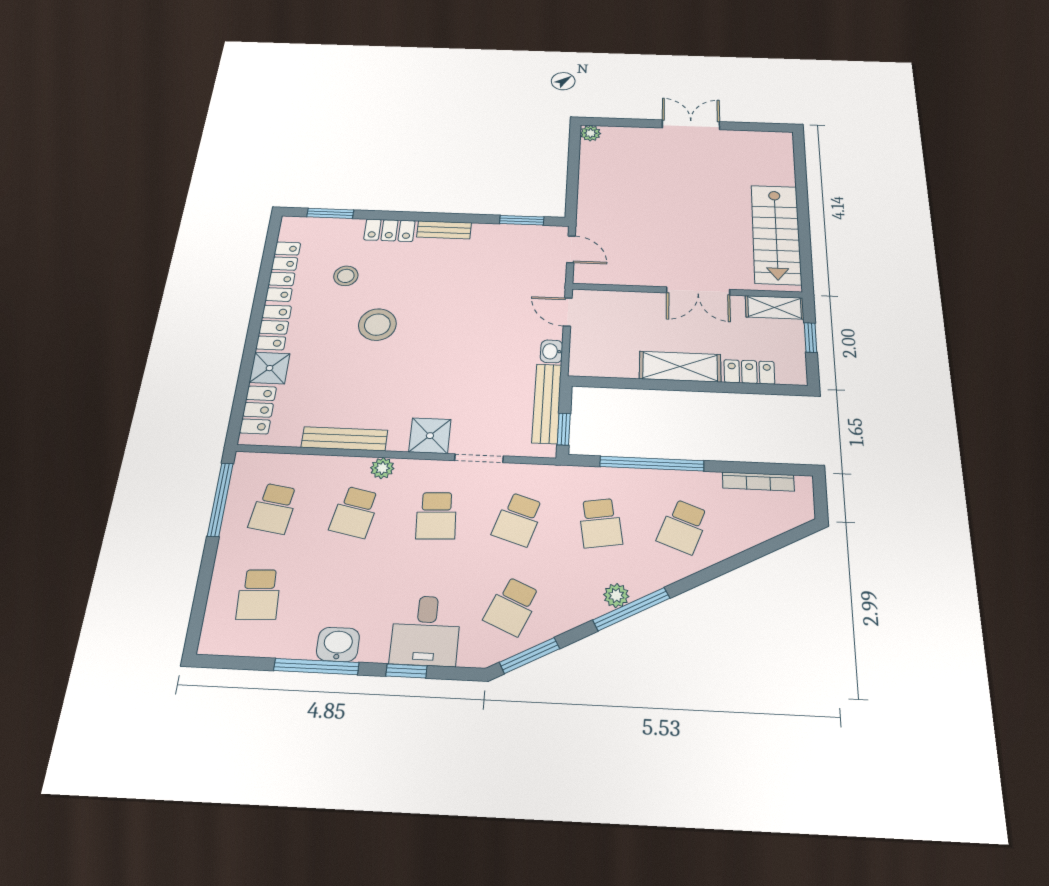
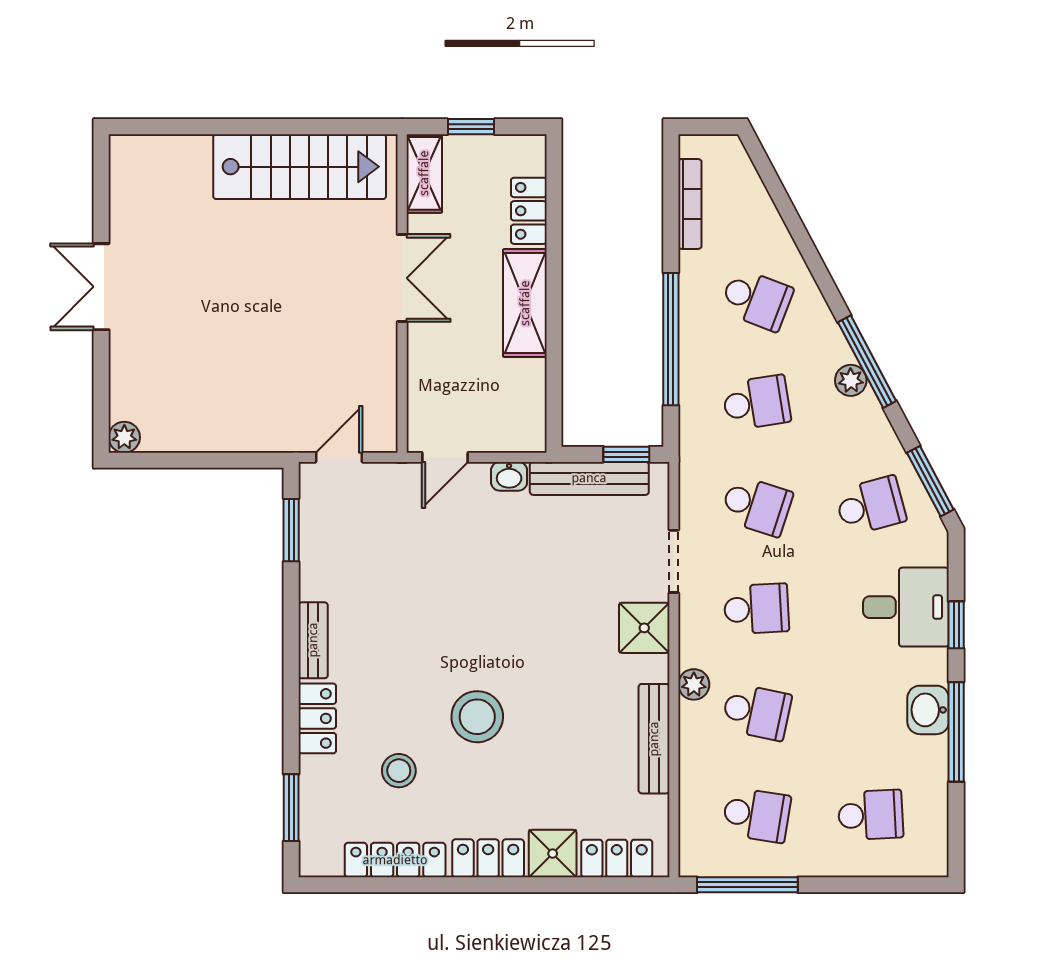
school desk: (512, 606) -> (871, 506), turned -39

